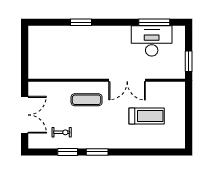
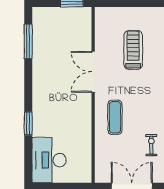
desk: (152, 41) -> (49, 160), moved
double door: (127, 80) -> (93, 72), swing flipped

